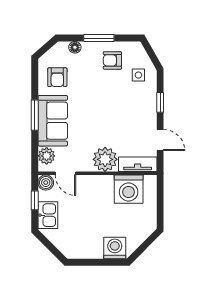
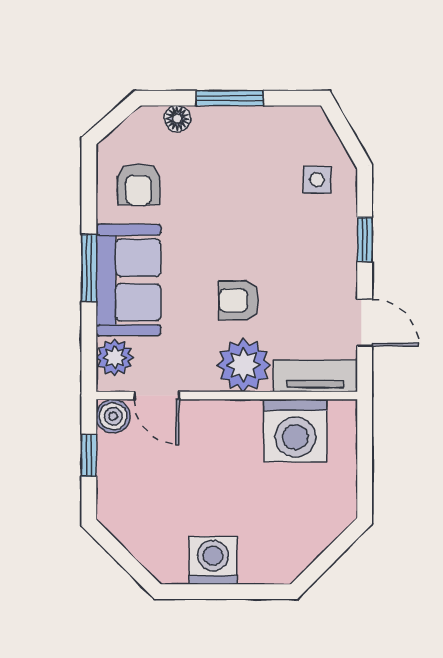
armchair: (112, 60) -> (239, 300), moved
kitchen sink: (48, 215) -> (118, 488), removed
washing machine: (115, 248) -> (213, 560), moved

